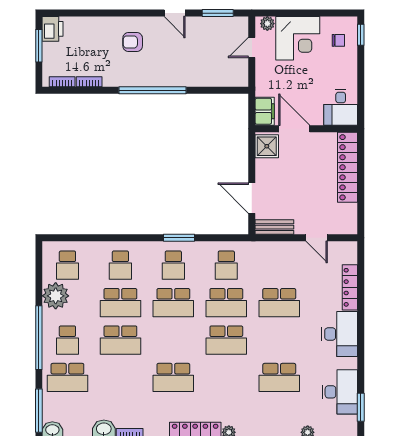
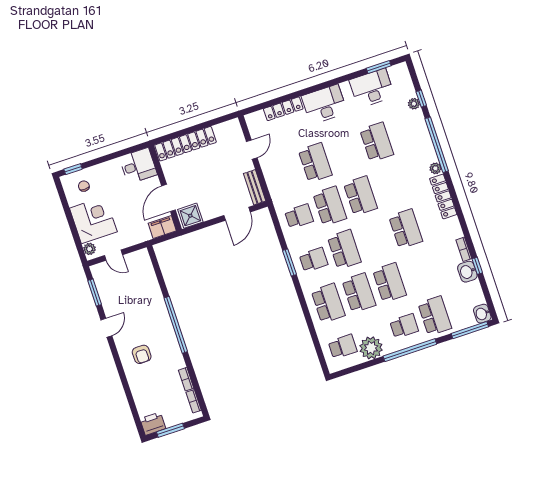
school desk: (120, 265) -> (328, 303), width x1.85

